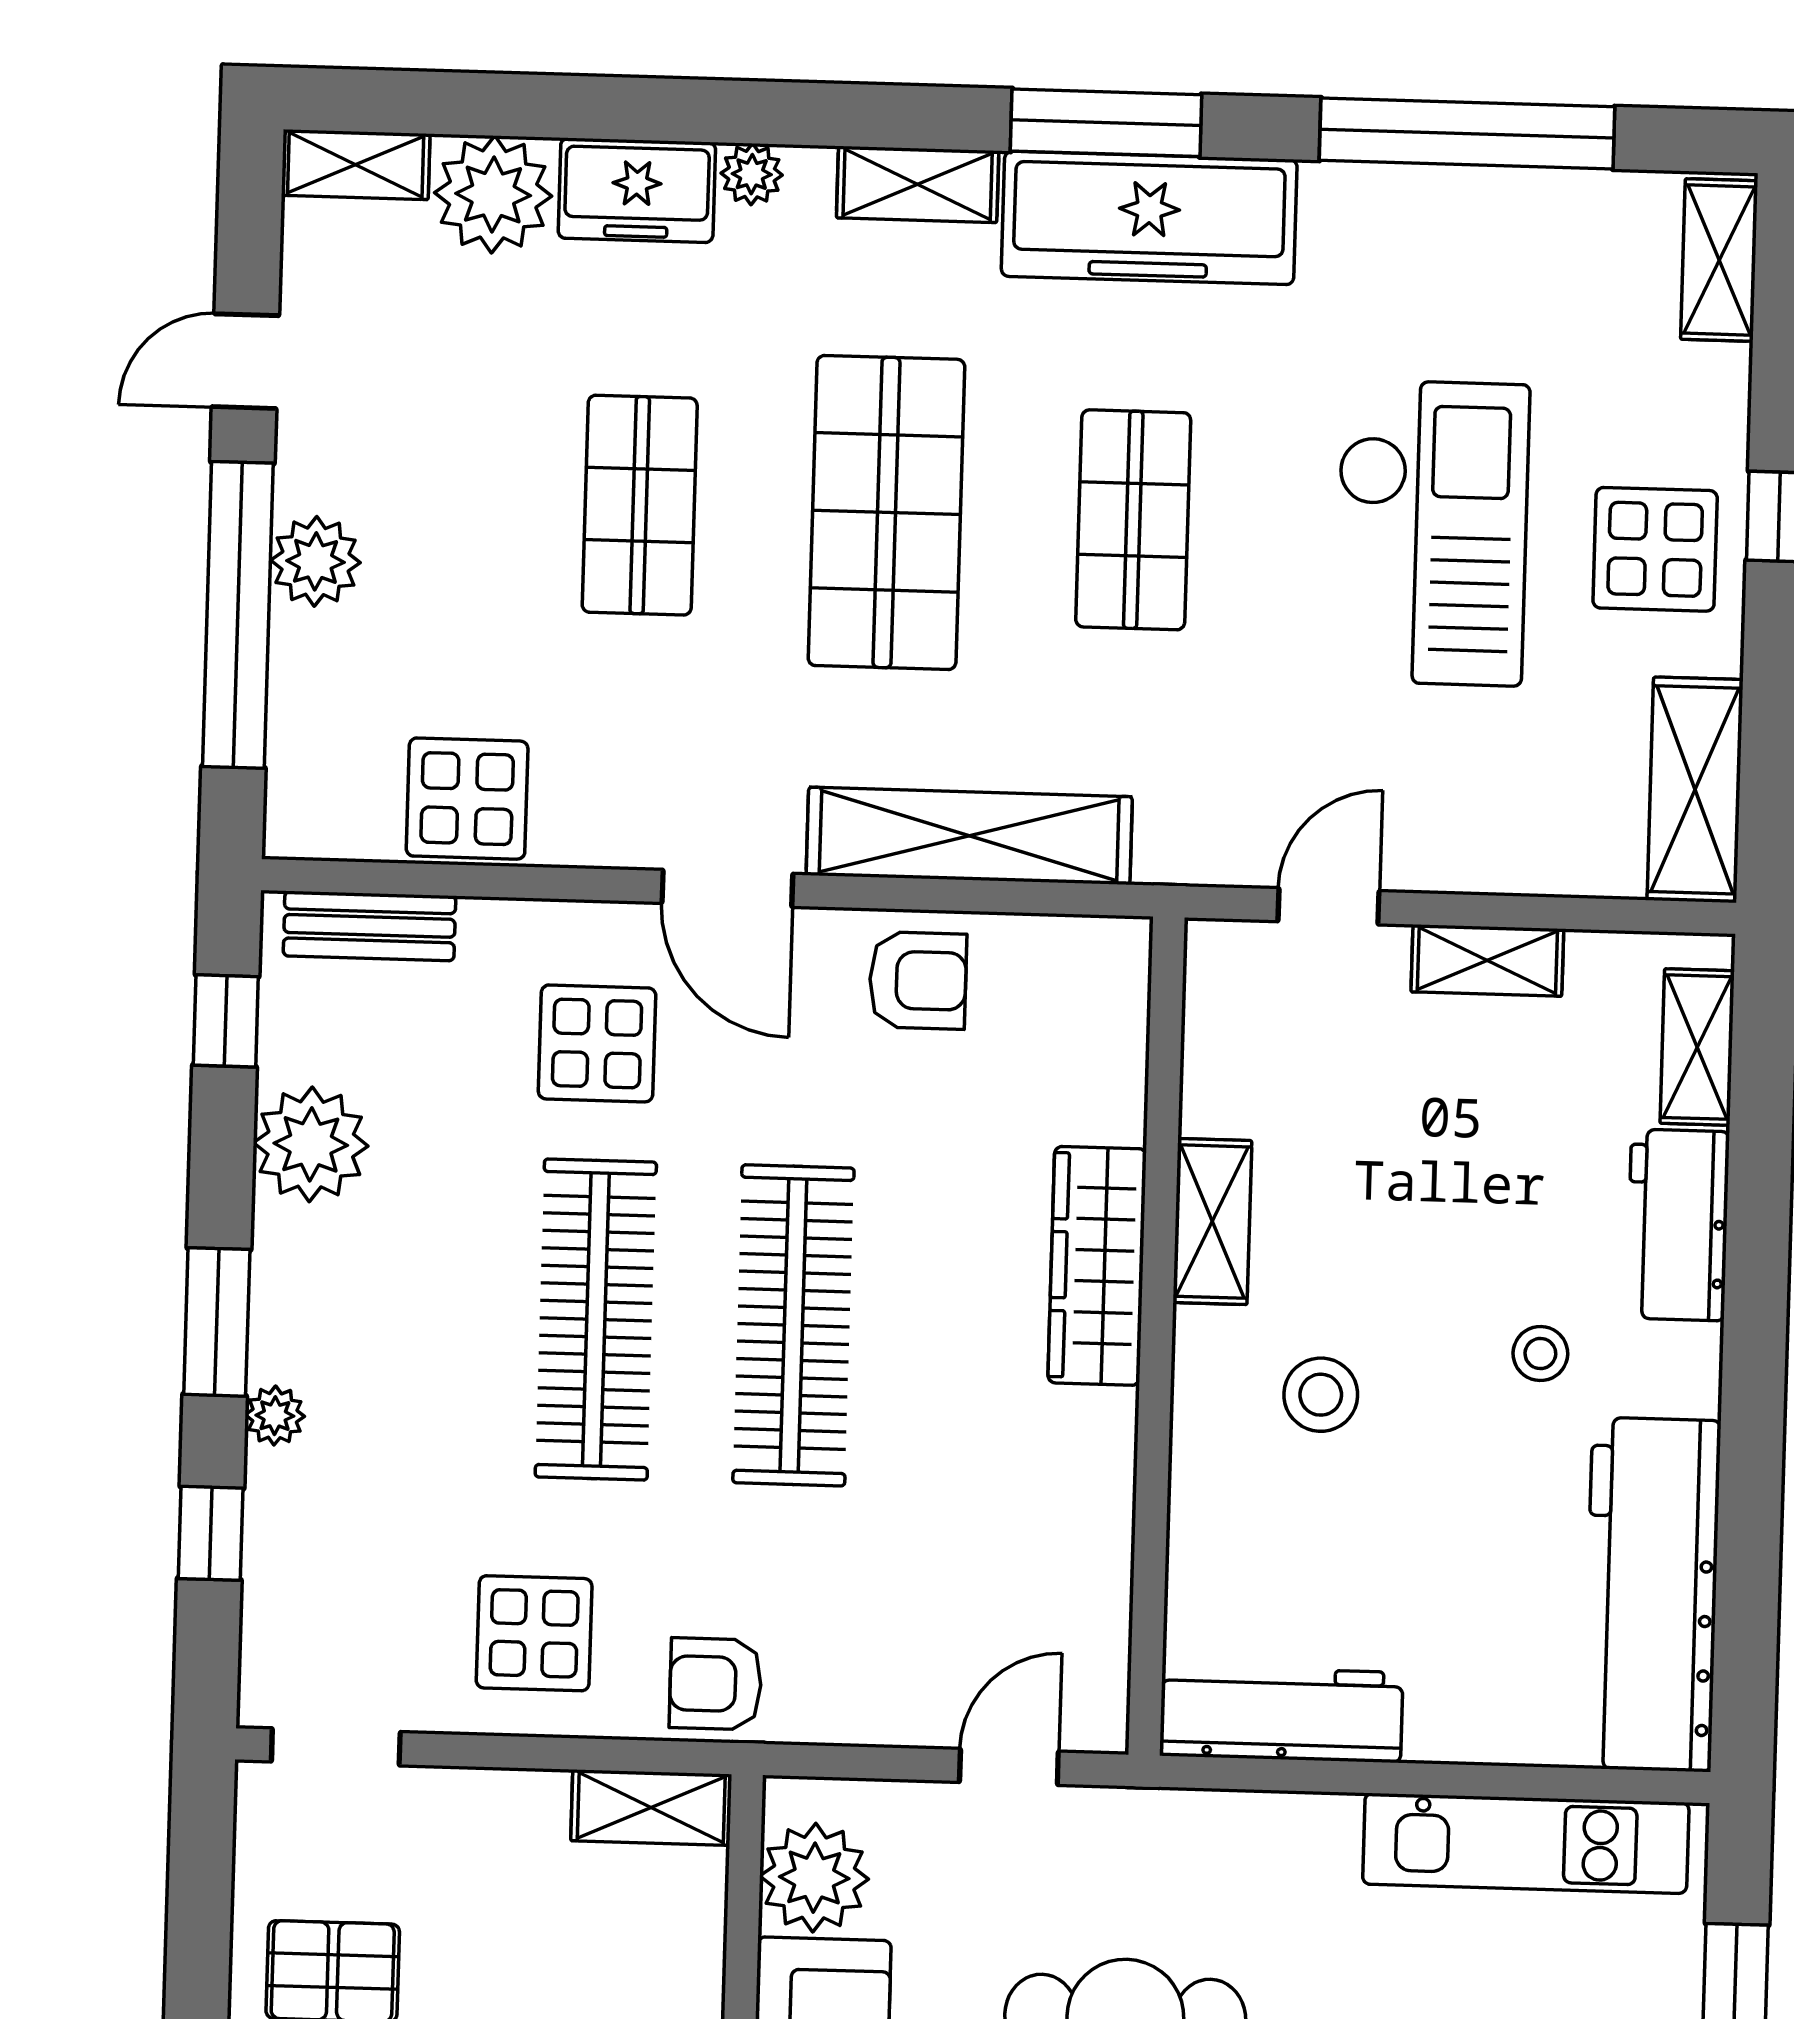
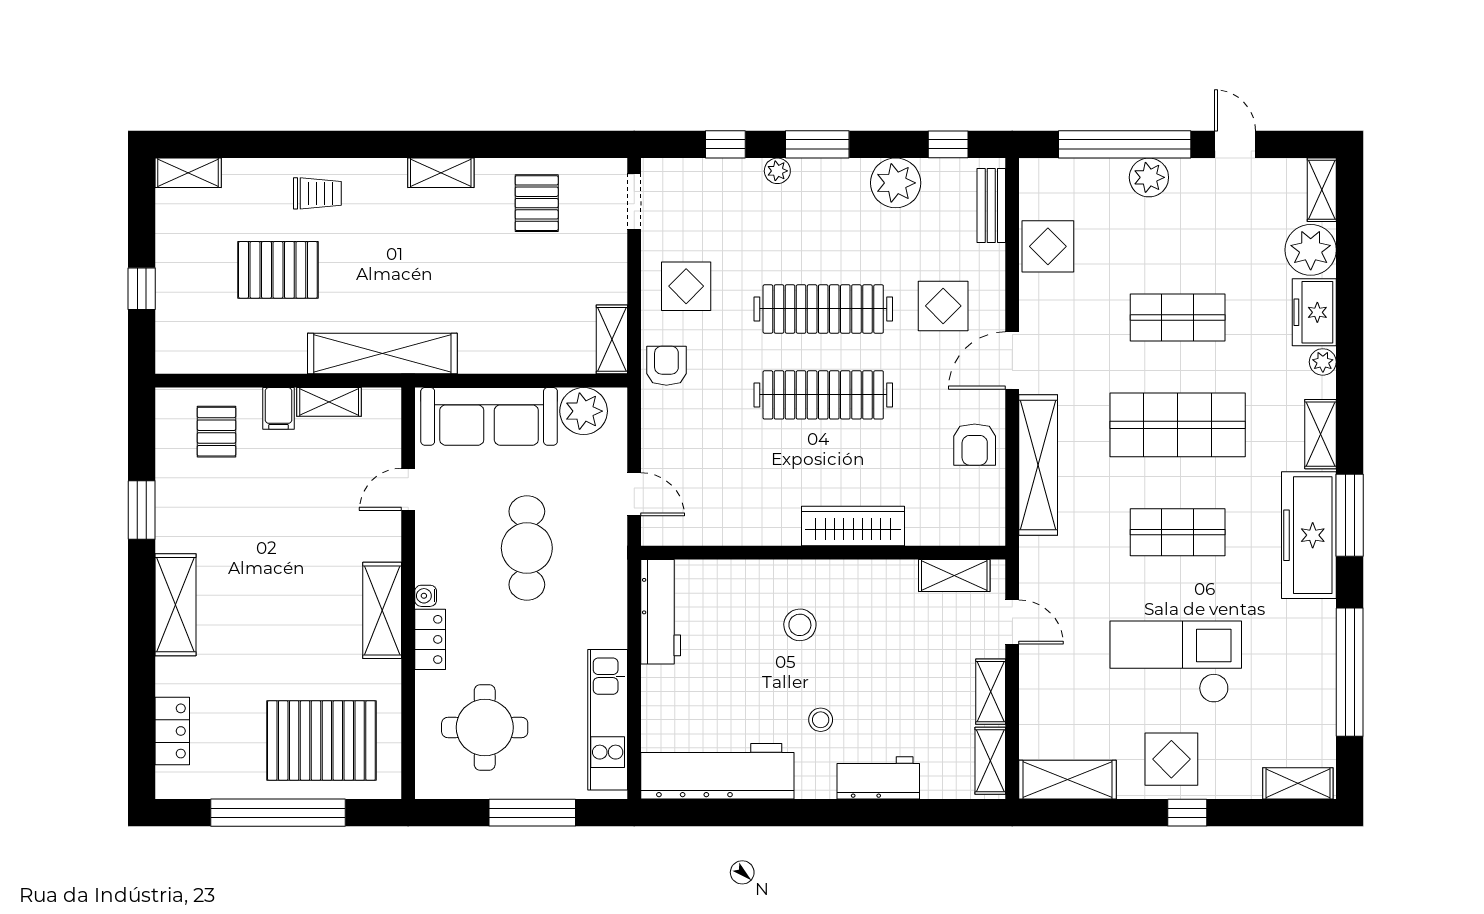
checkout: (1432, 533) -> (1176, 662), turned 180
shelving: (1697, 1047) -> (990, 761), moved, turned 90
shelving: (1212, 1222) -> (954, 576), moved

